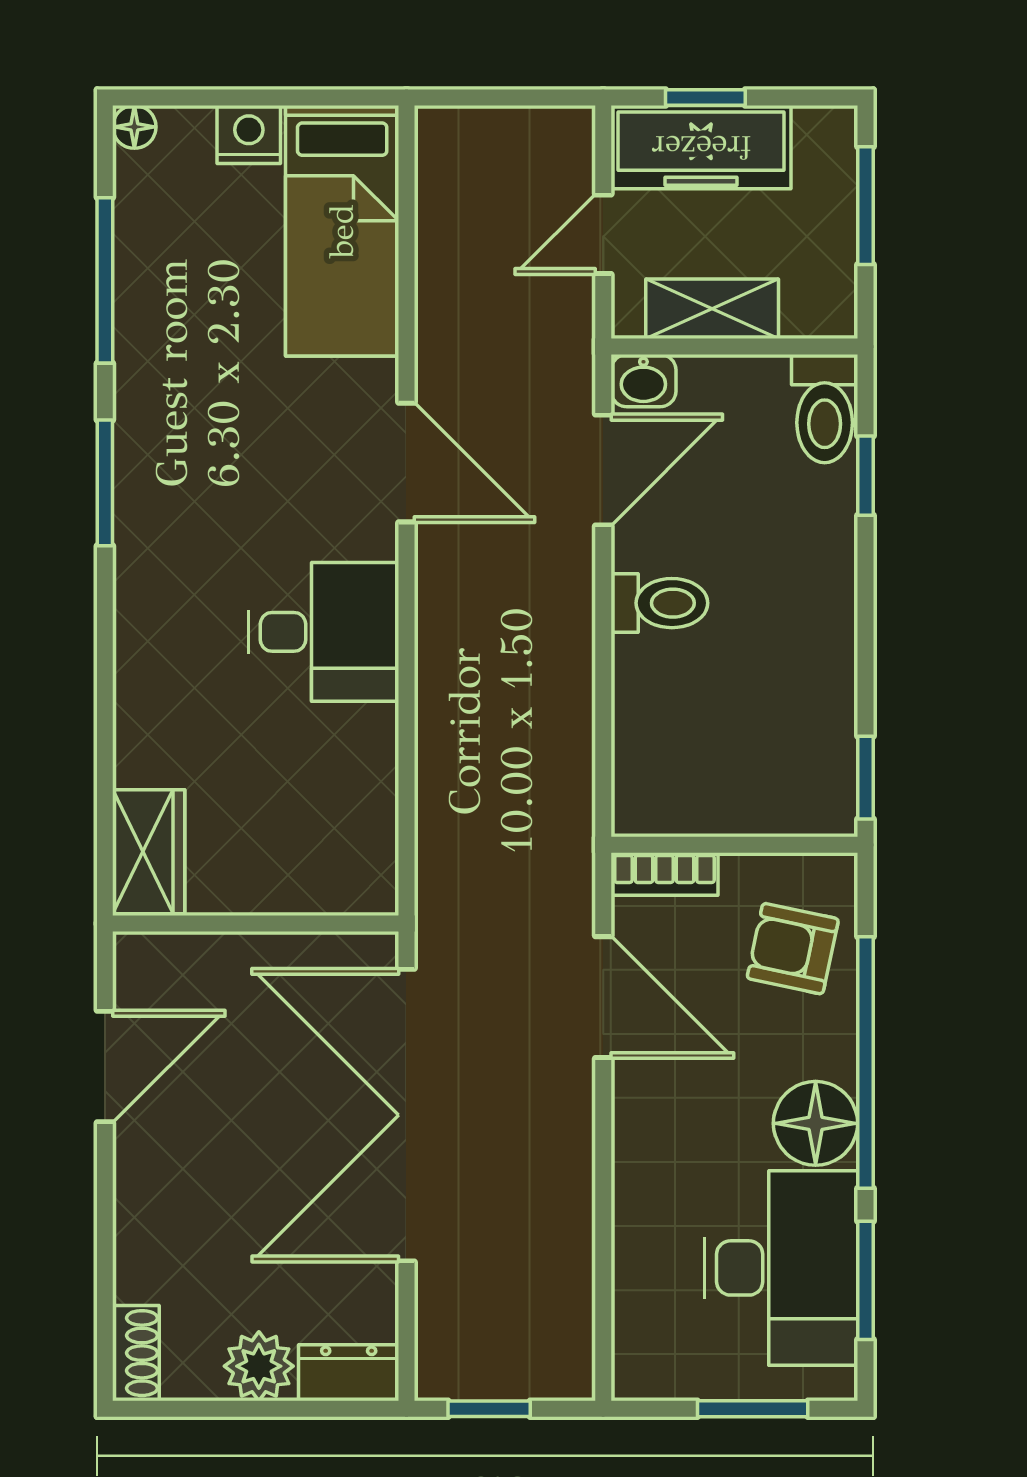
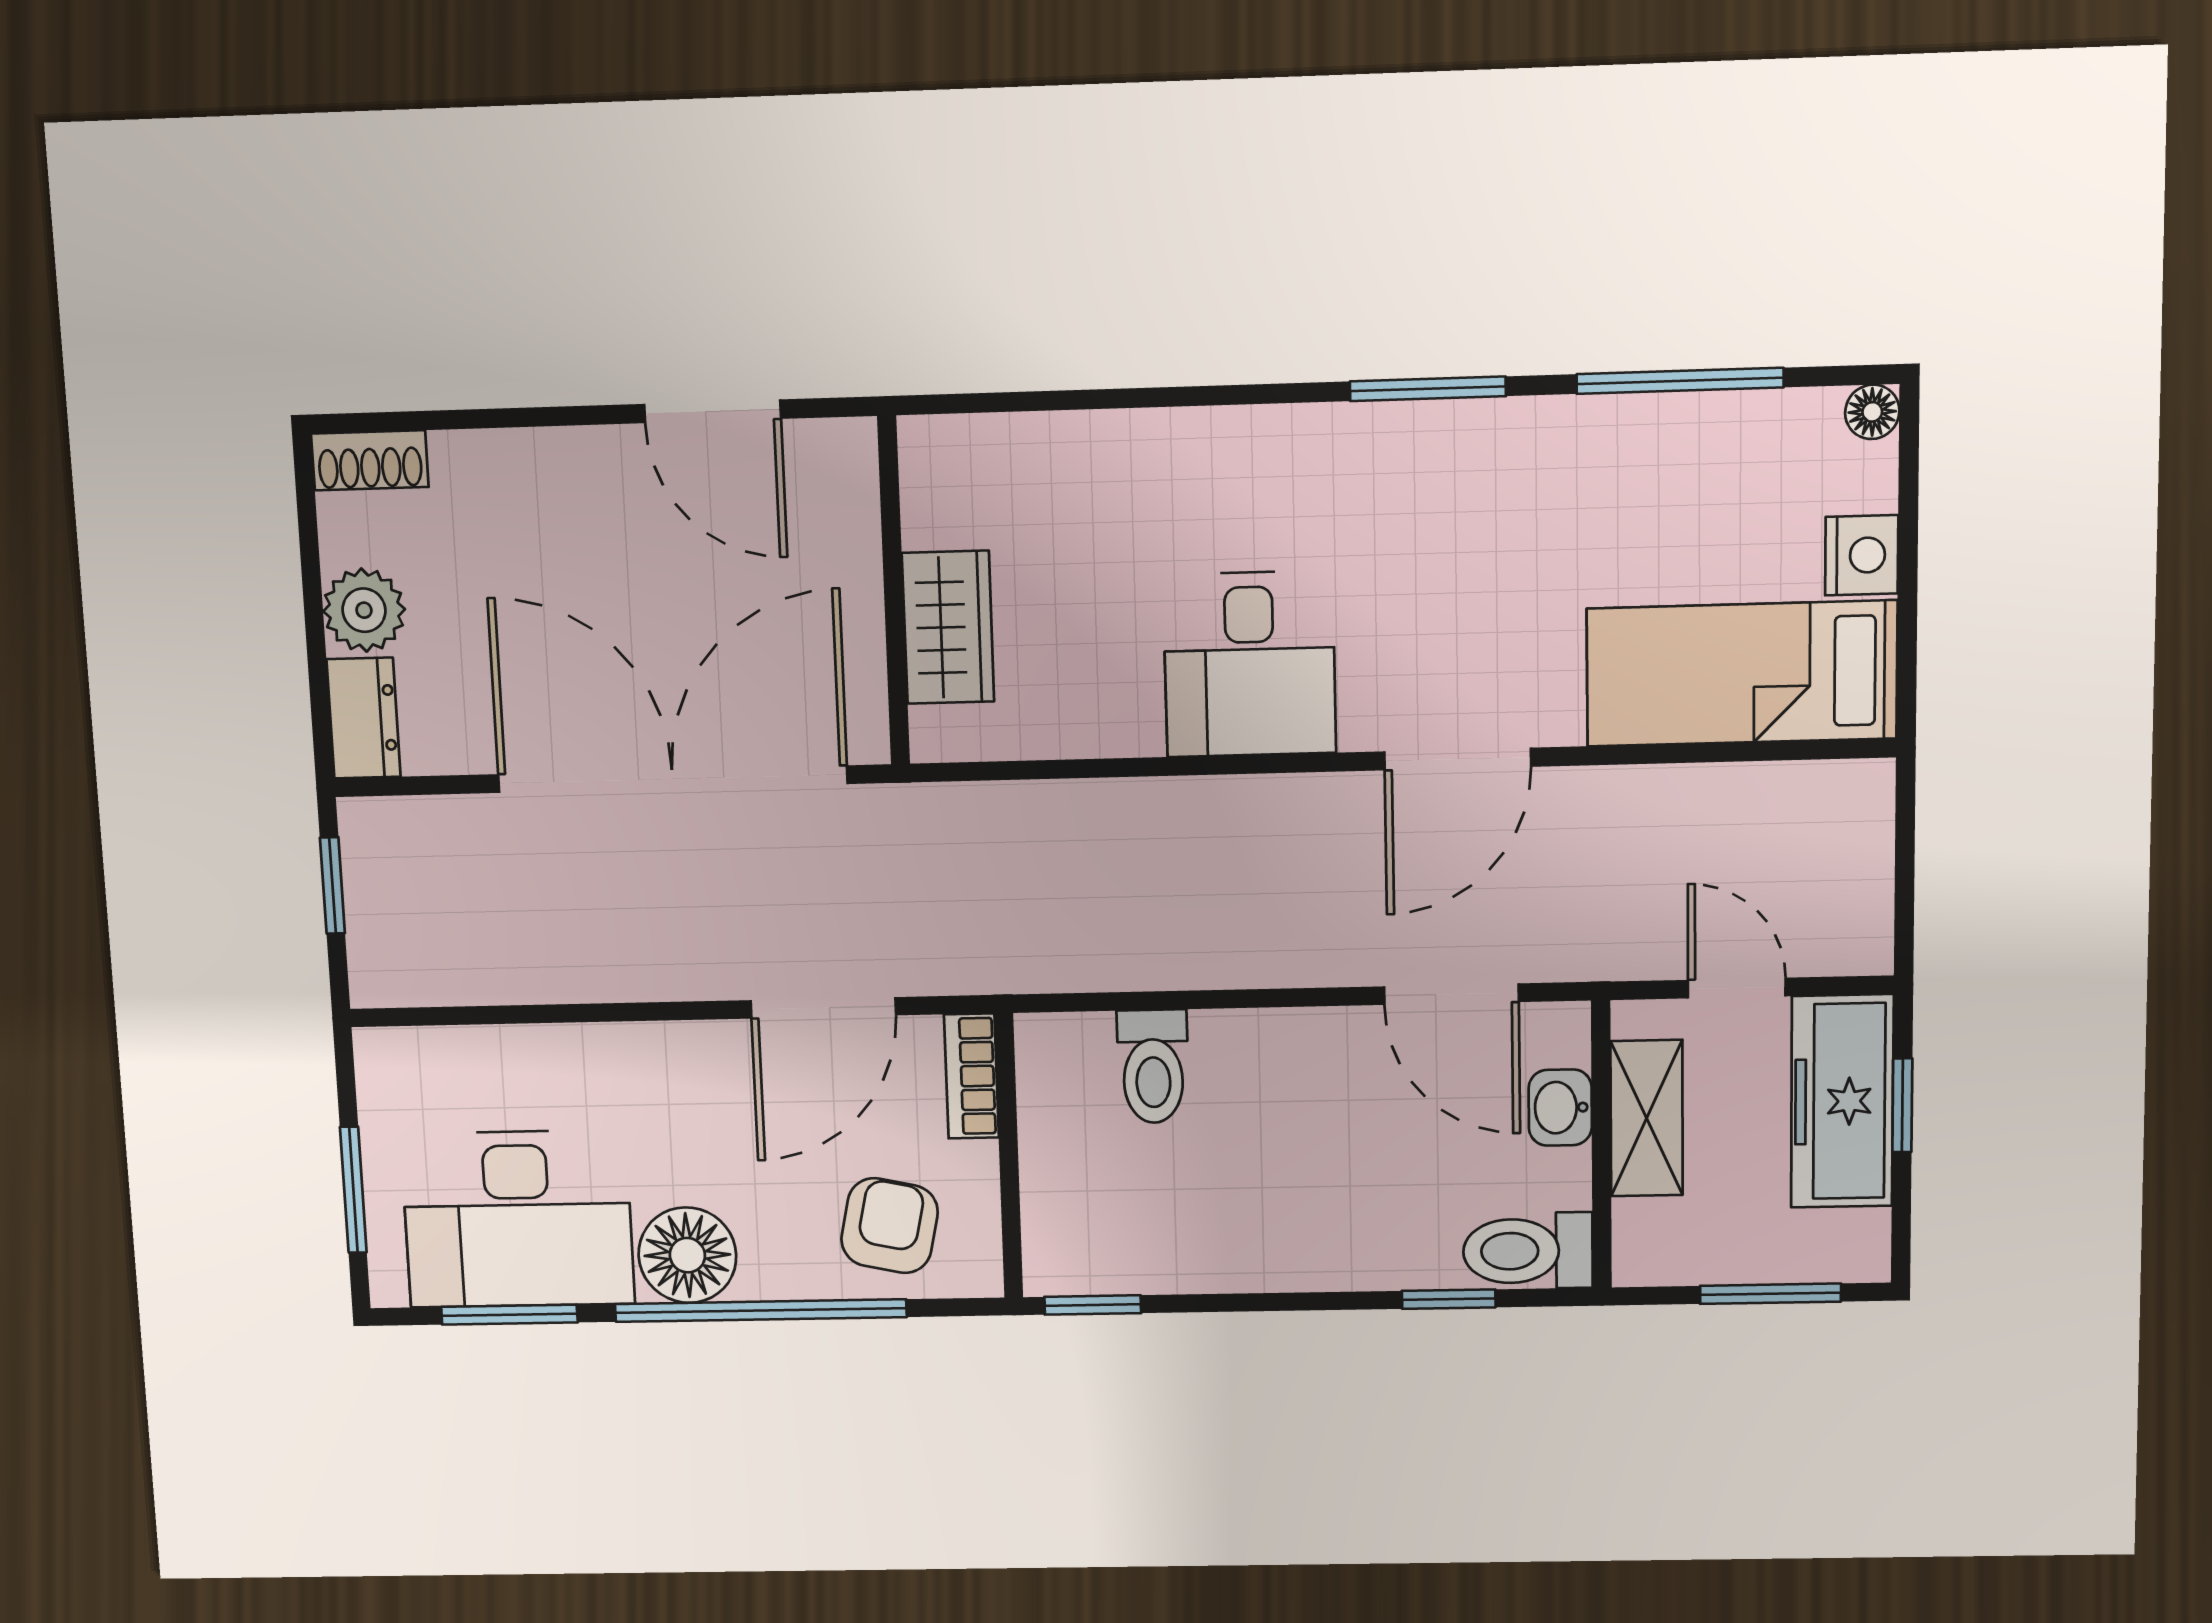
washbasin: (643, 381) -> (1560, 1108), moved
toilet: (659, 603) -> (1153, 1066), moved
wardrobe: (149, 852) -> (948, 627), moved, turned -90

